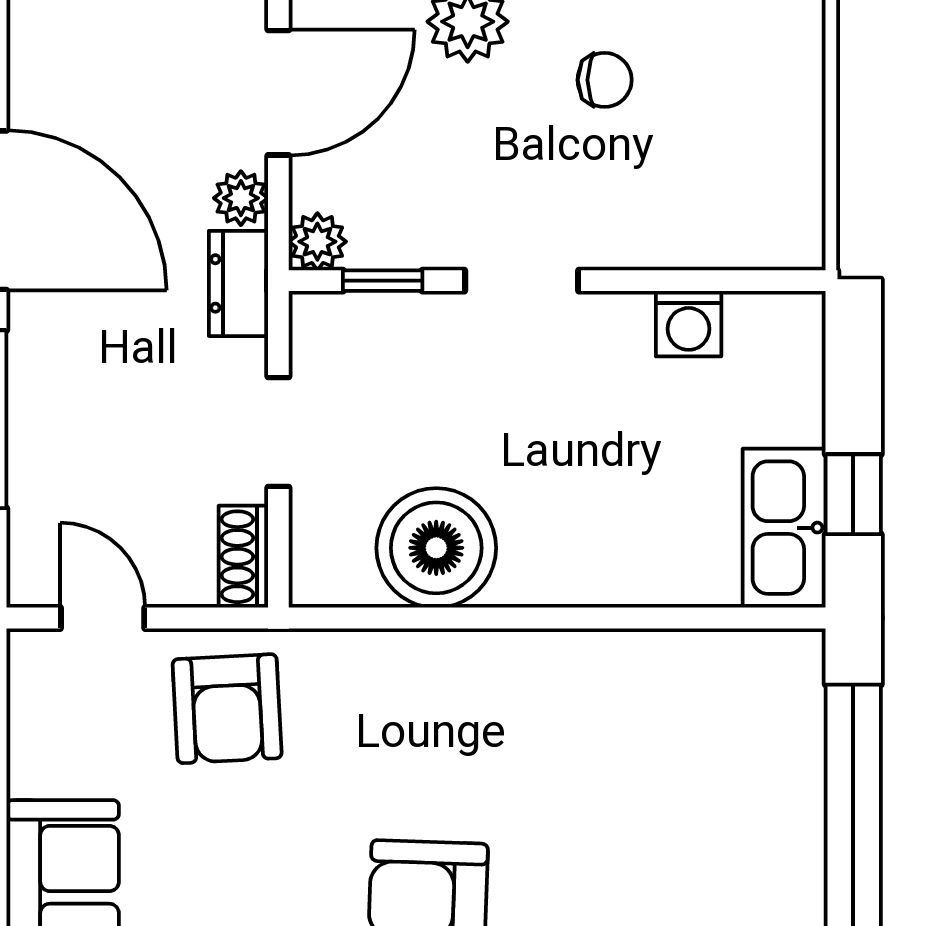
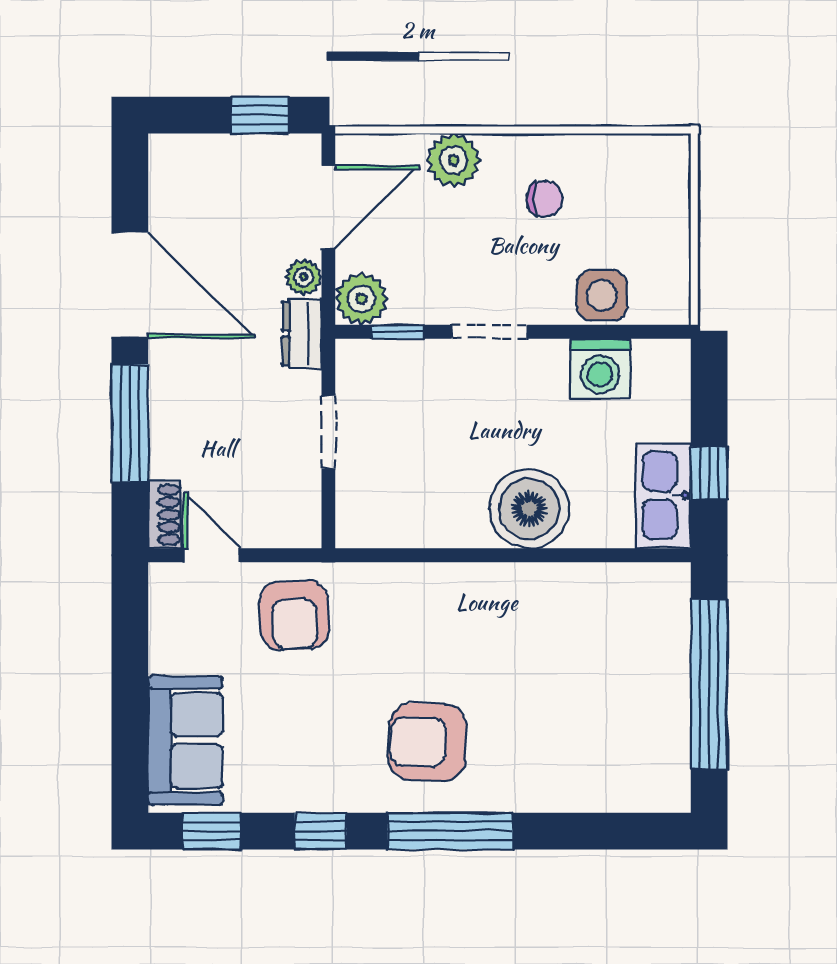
side table: (691, 226) -> (602, 295), added
plant: (317, 242) -> (361, 299), width x1.38, depth x1.38
washing machine: (689, 324) -> (600, 368), width x1.38, depth x1.38
boiler: (436, 548) -> (529, 509), moved
shoe rack: (243, 557) -> (165, 515), moved, turned 180

